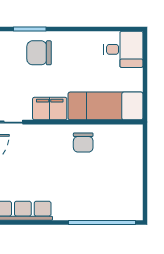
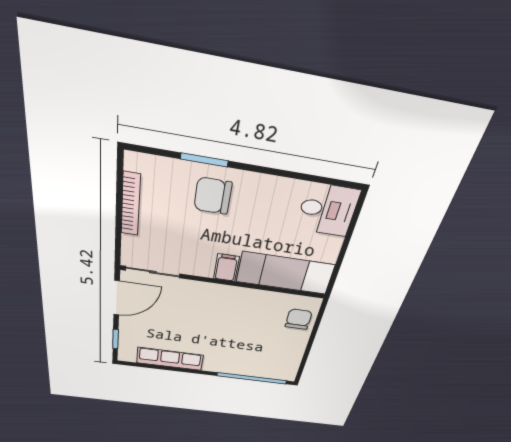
filing cabinet: (50, 109) -> (226, 268), width x0.50
chair: (83, 142) -> (299, 319), moved, turned 180

